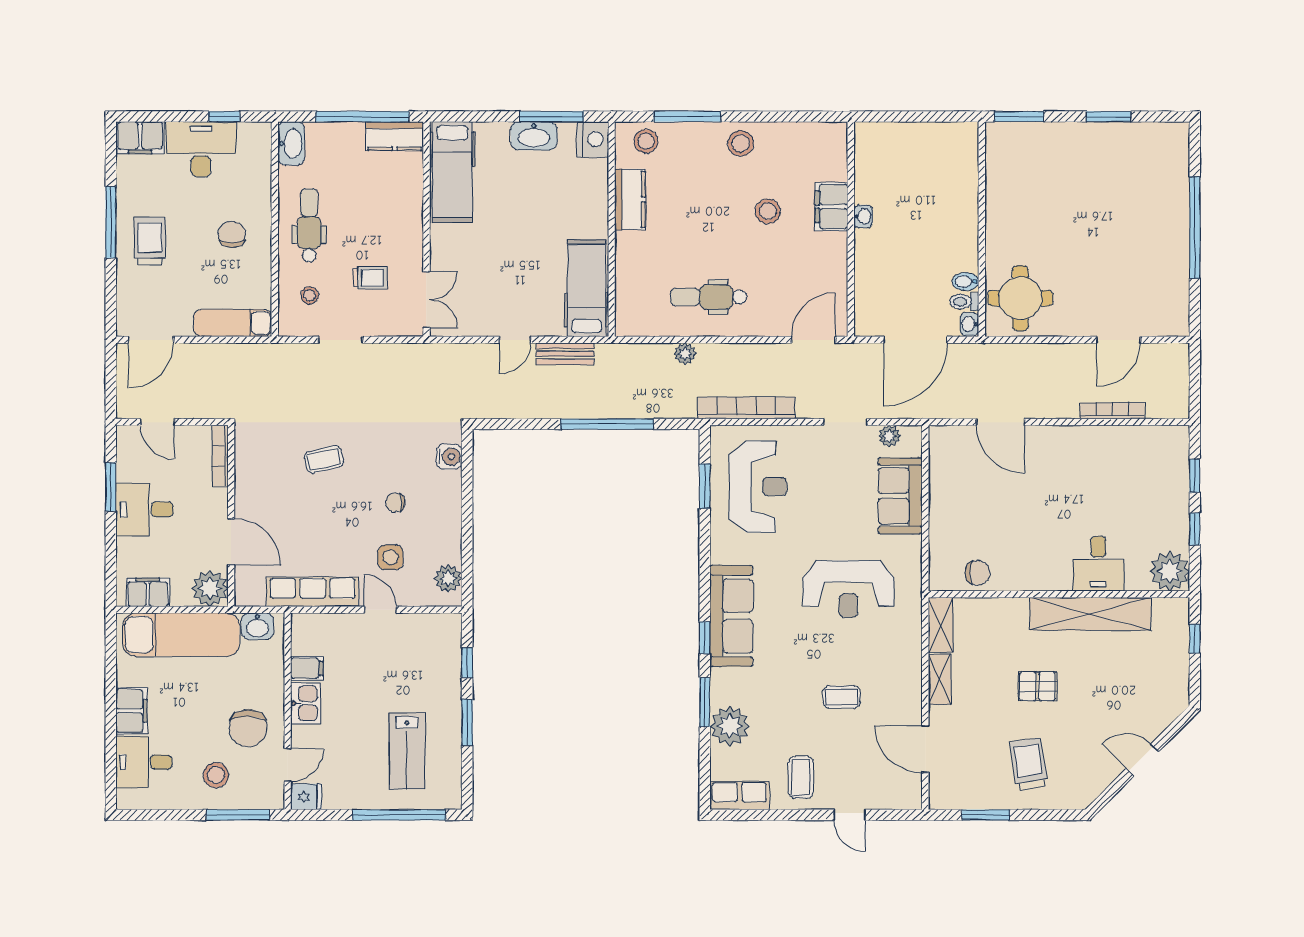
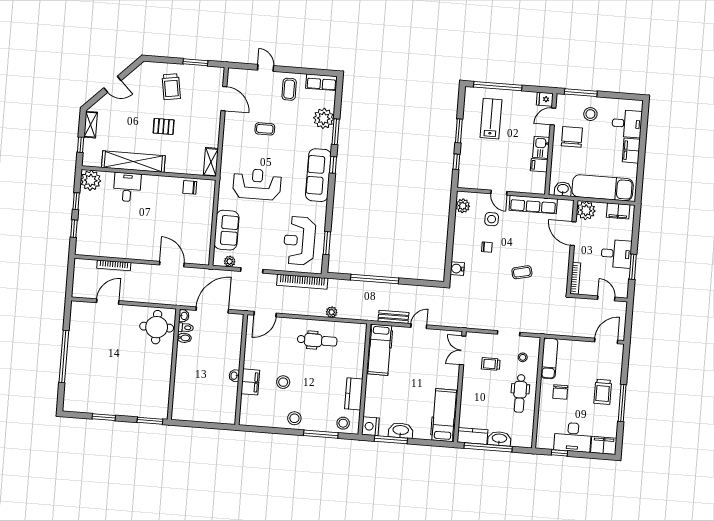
washbasin: (291, 144) -> (499, 439), moved, turned 90
exam couch: (233, 323) -> (549, 358), moved, turned -90
shelving: (940, 679) -> (91, 125), moved

